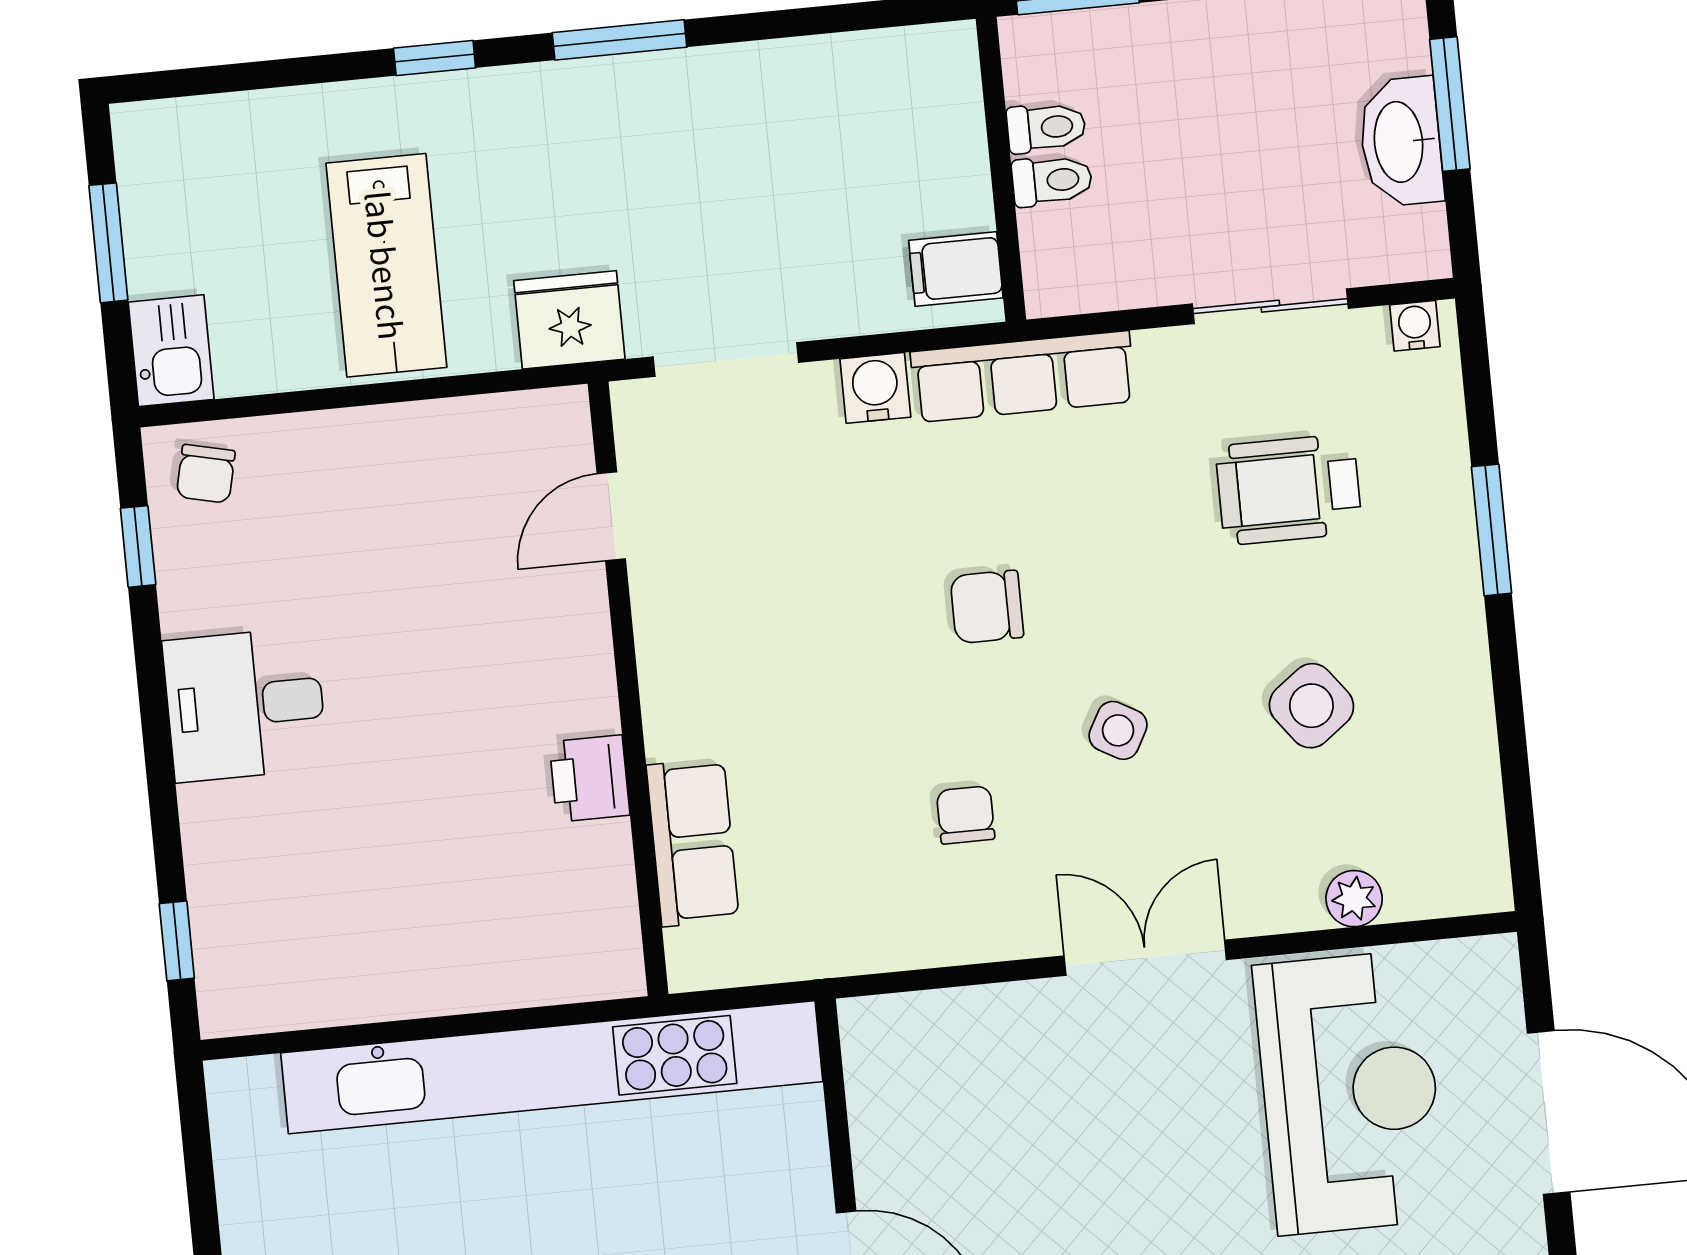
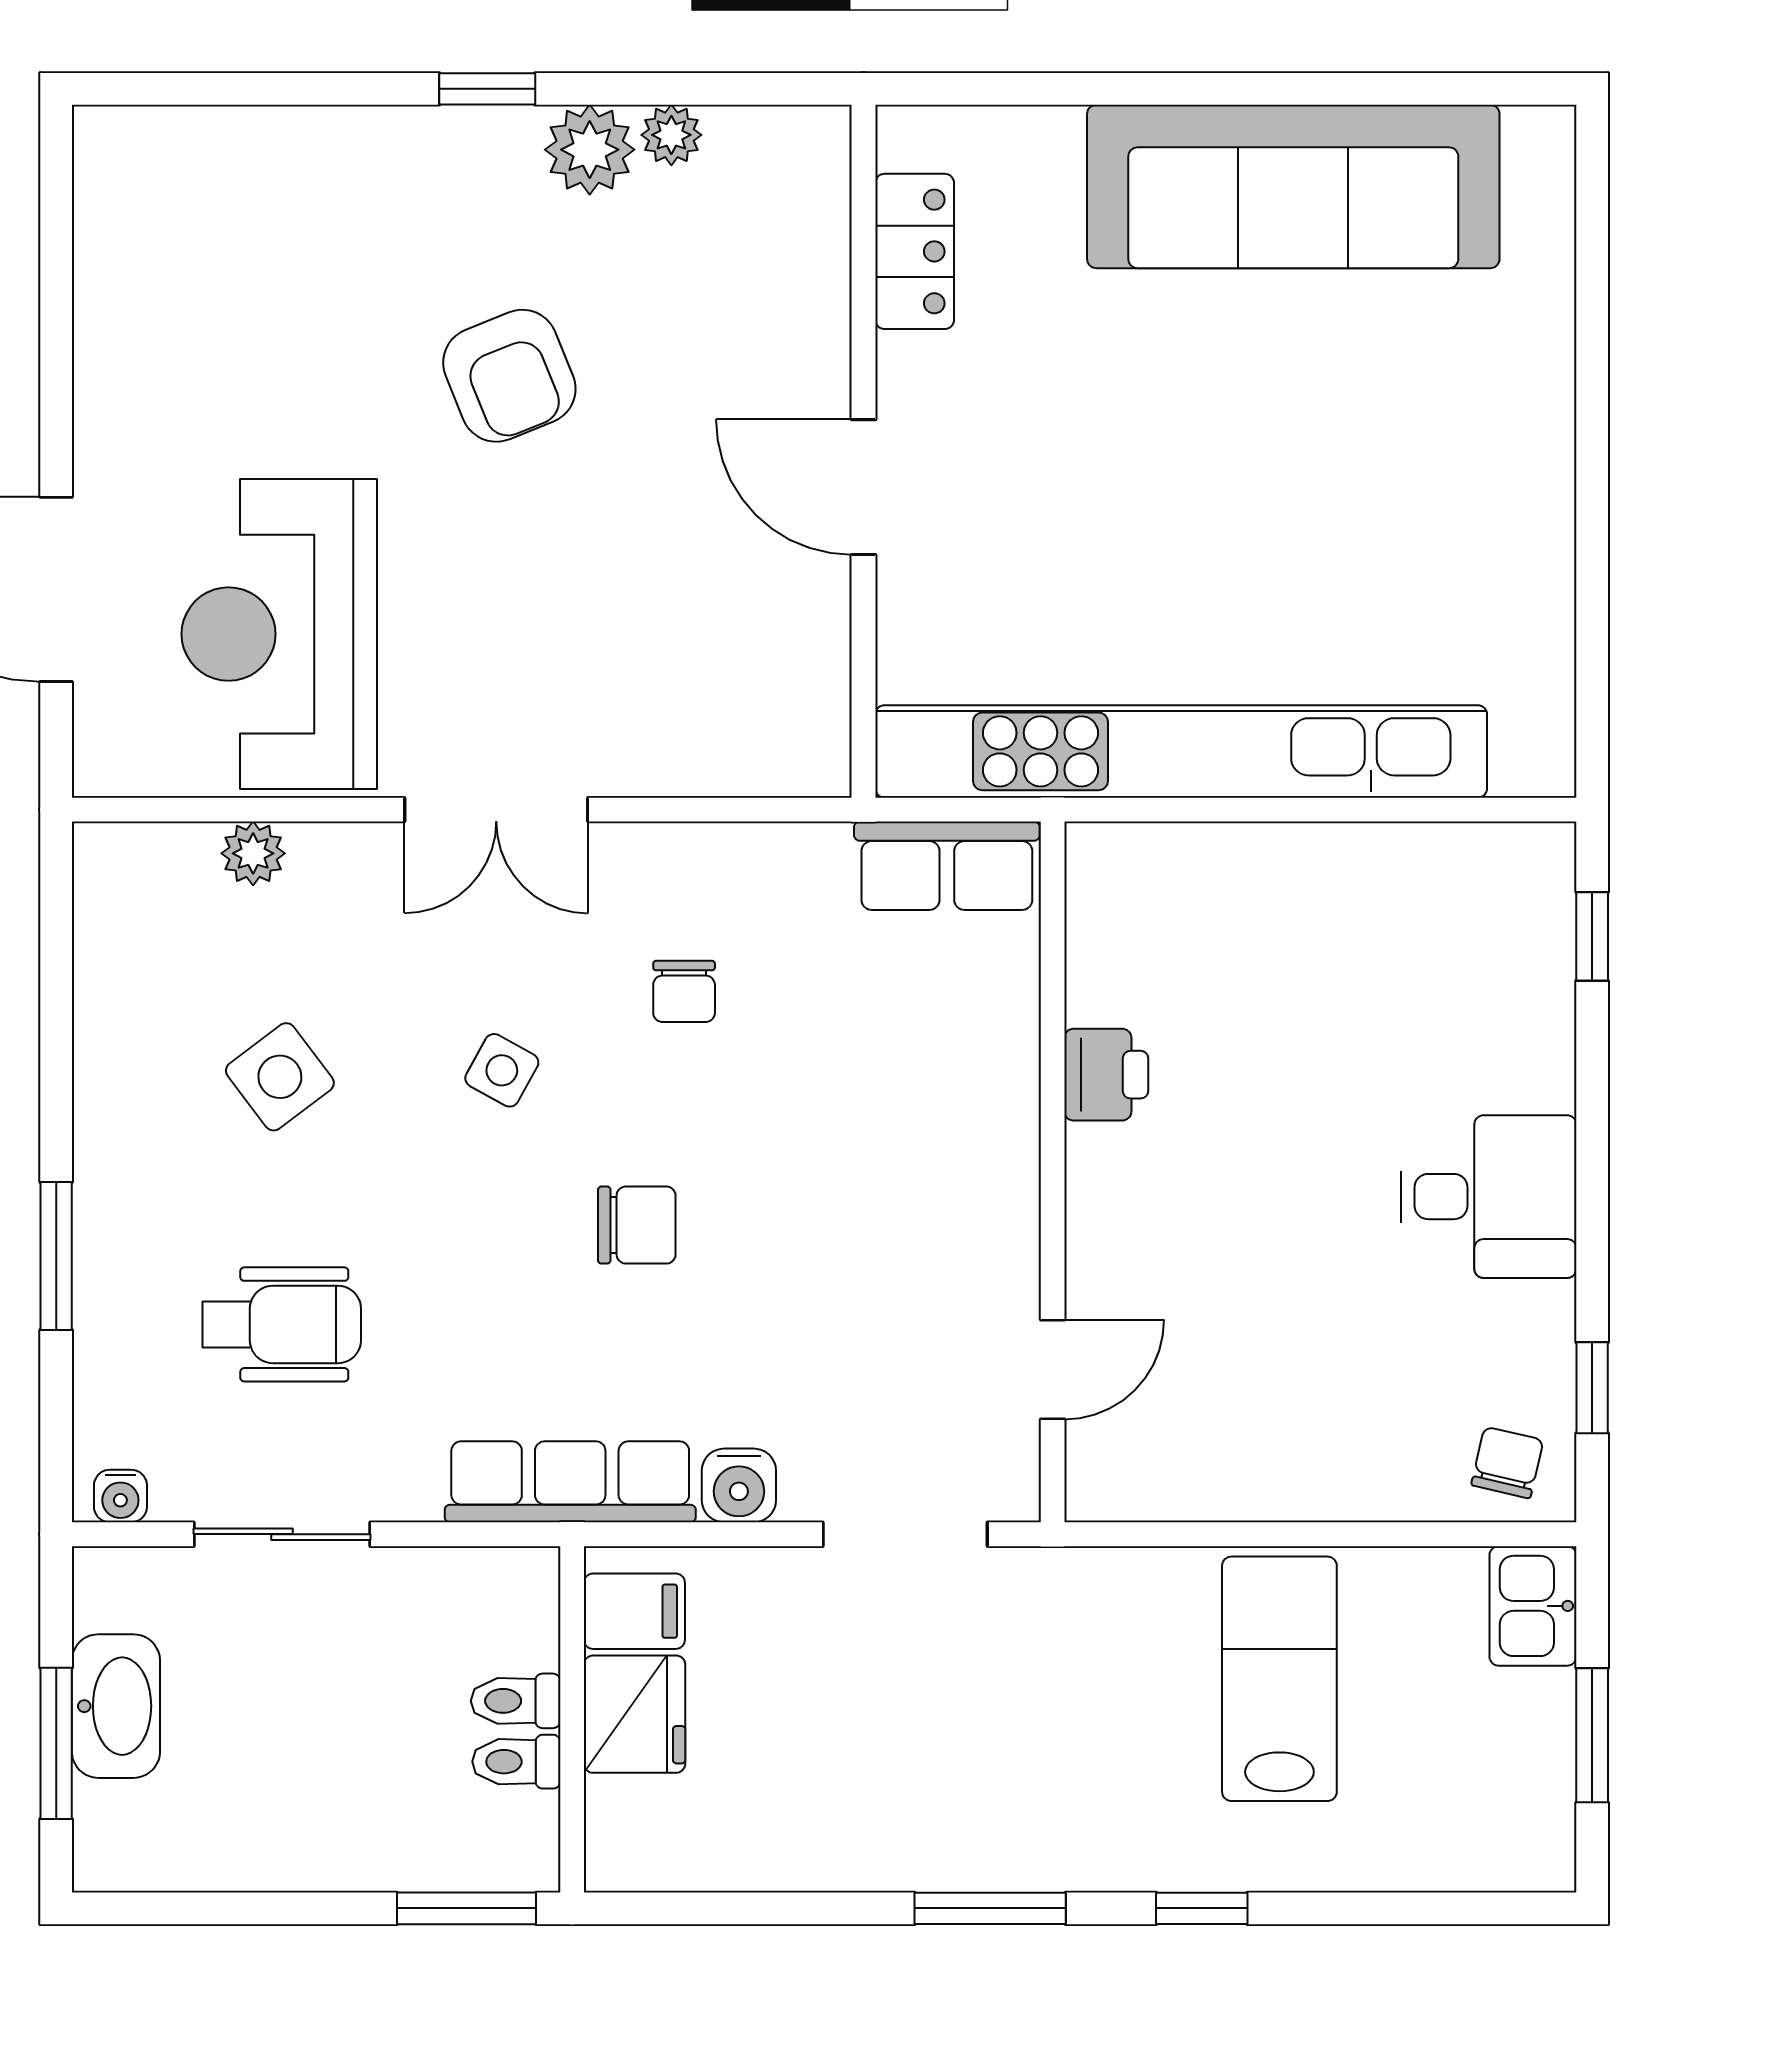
fridge: (569, 320) -> (635, 1714), moved, turned -90
row of seats: (693, 842) -> (947, 866), moved, turned -90

